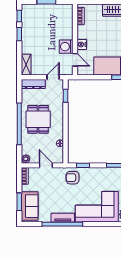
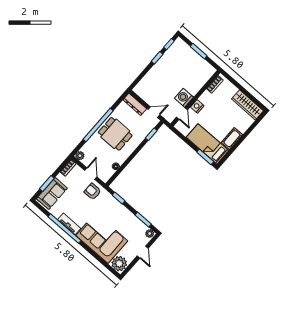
shelving: (26, 65) -> (142, 85), removed
dining table: (38, 119) -> (115, 134), turned 90
armchair: (72, 178) -> (93, 192), moved

